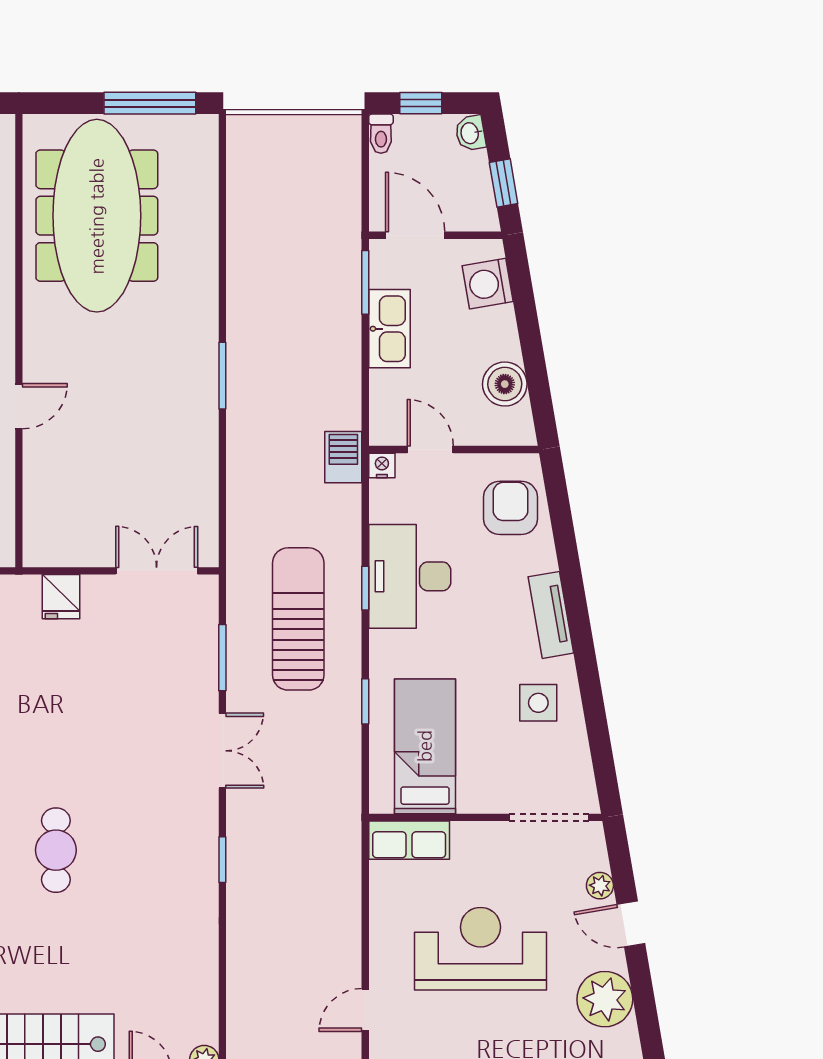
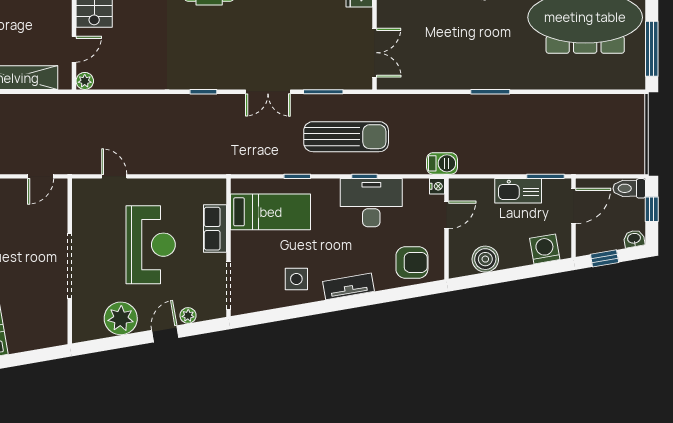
toilet: (381, 134) -> (629, 188), width x1.37, depth x1.39
row of seats: (409, 840) -> (215, 229), moved

